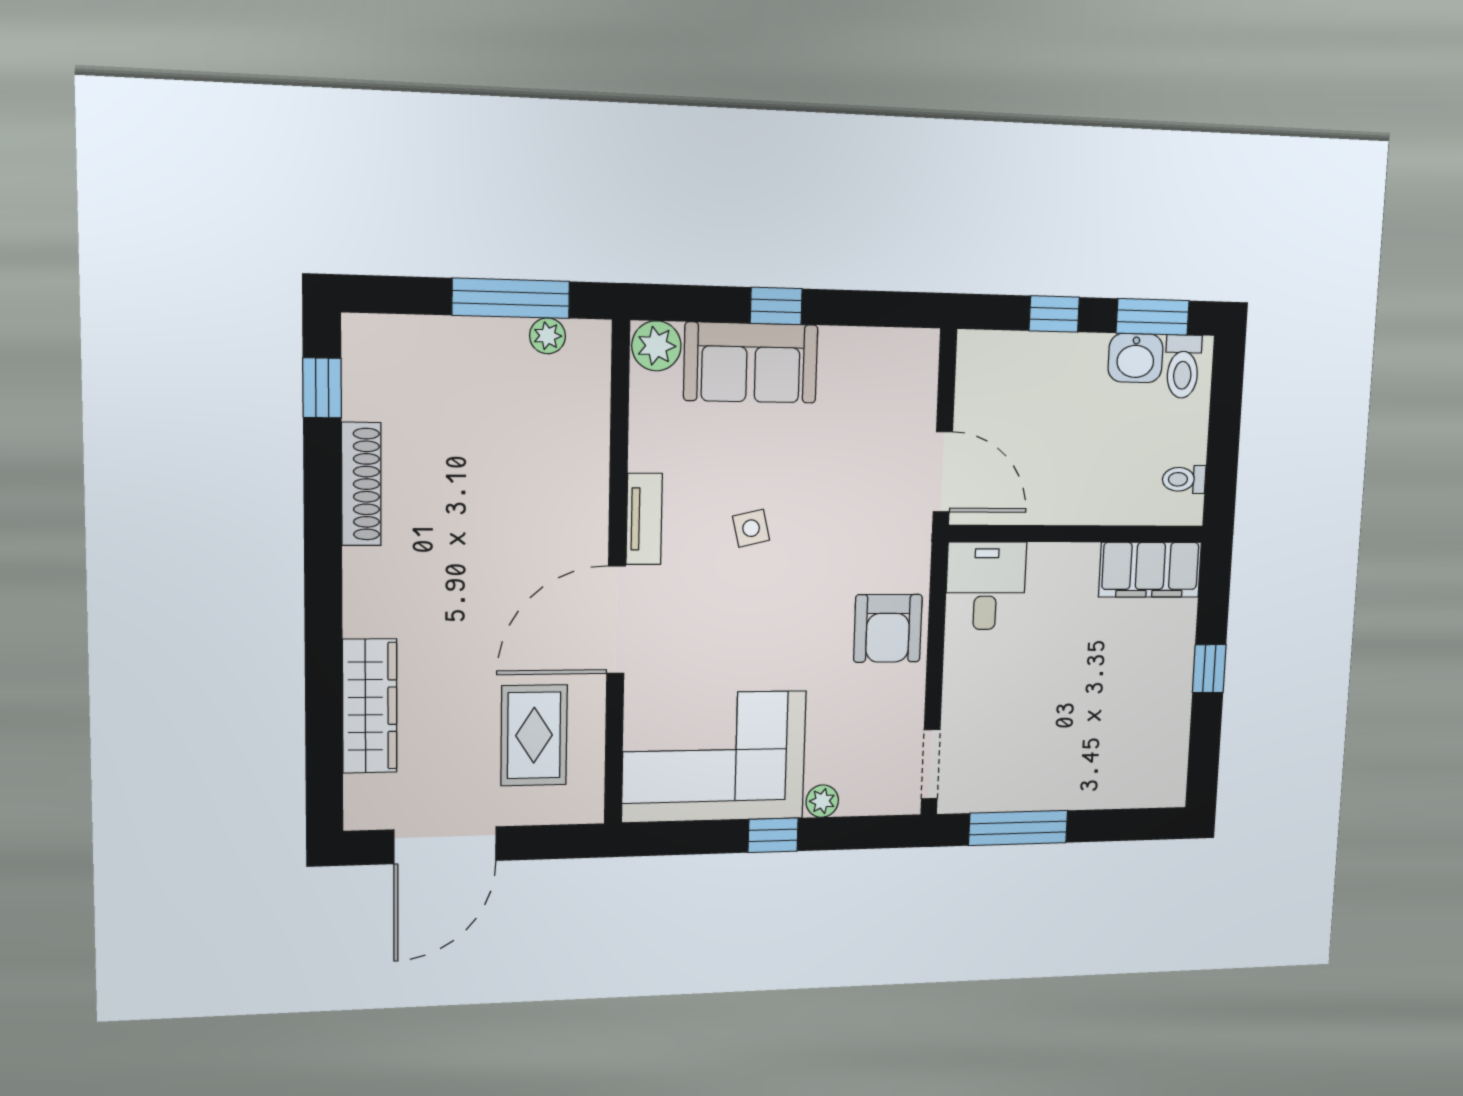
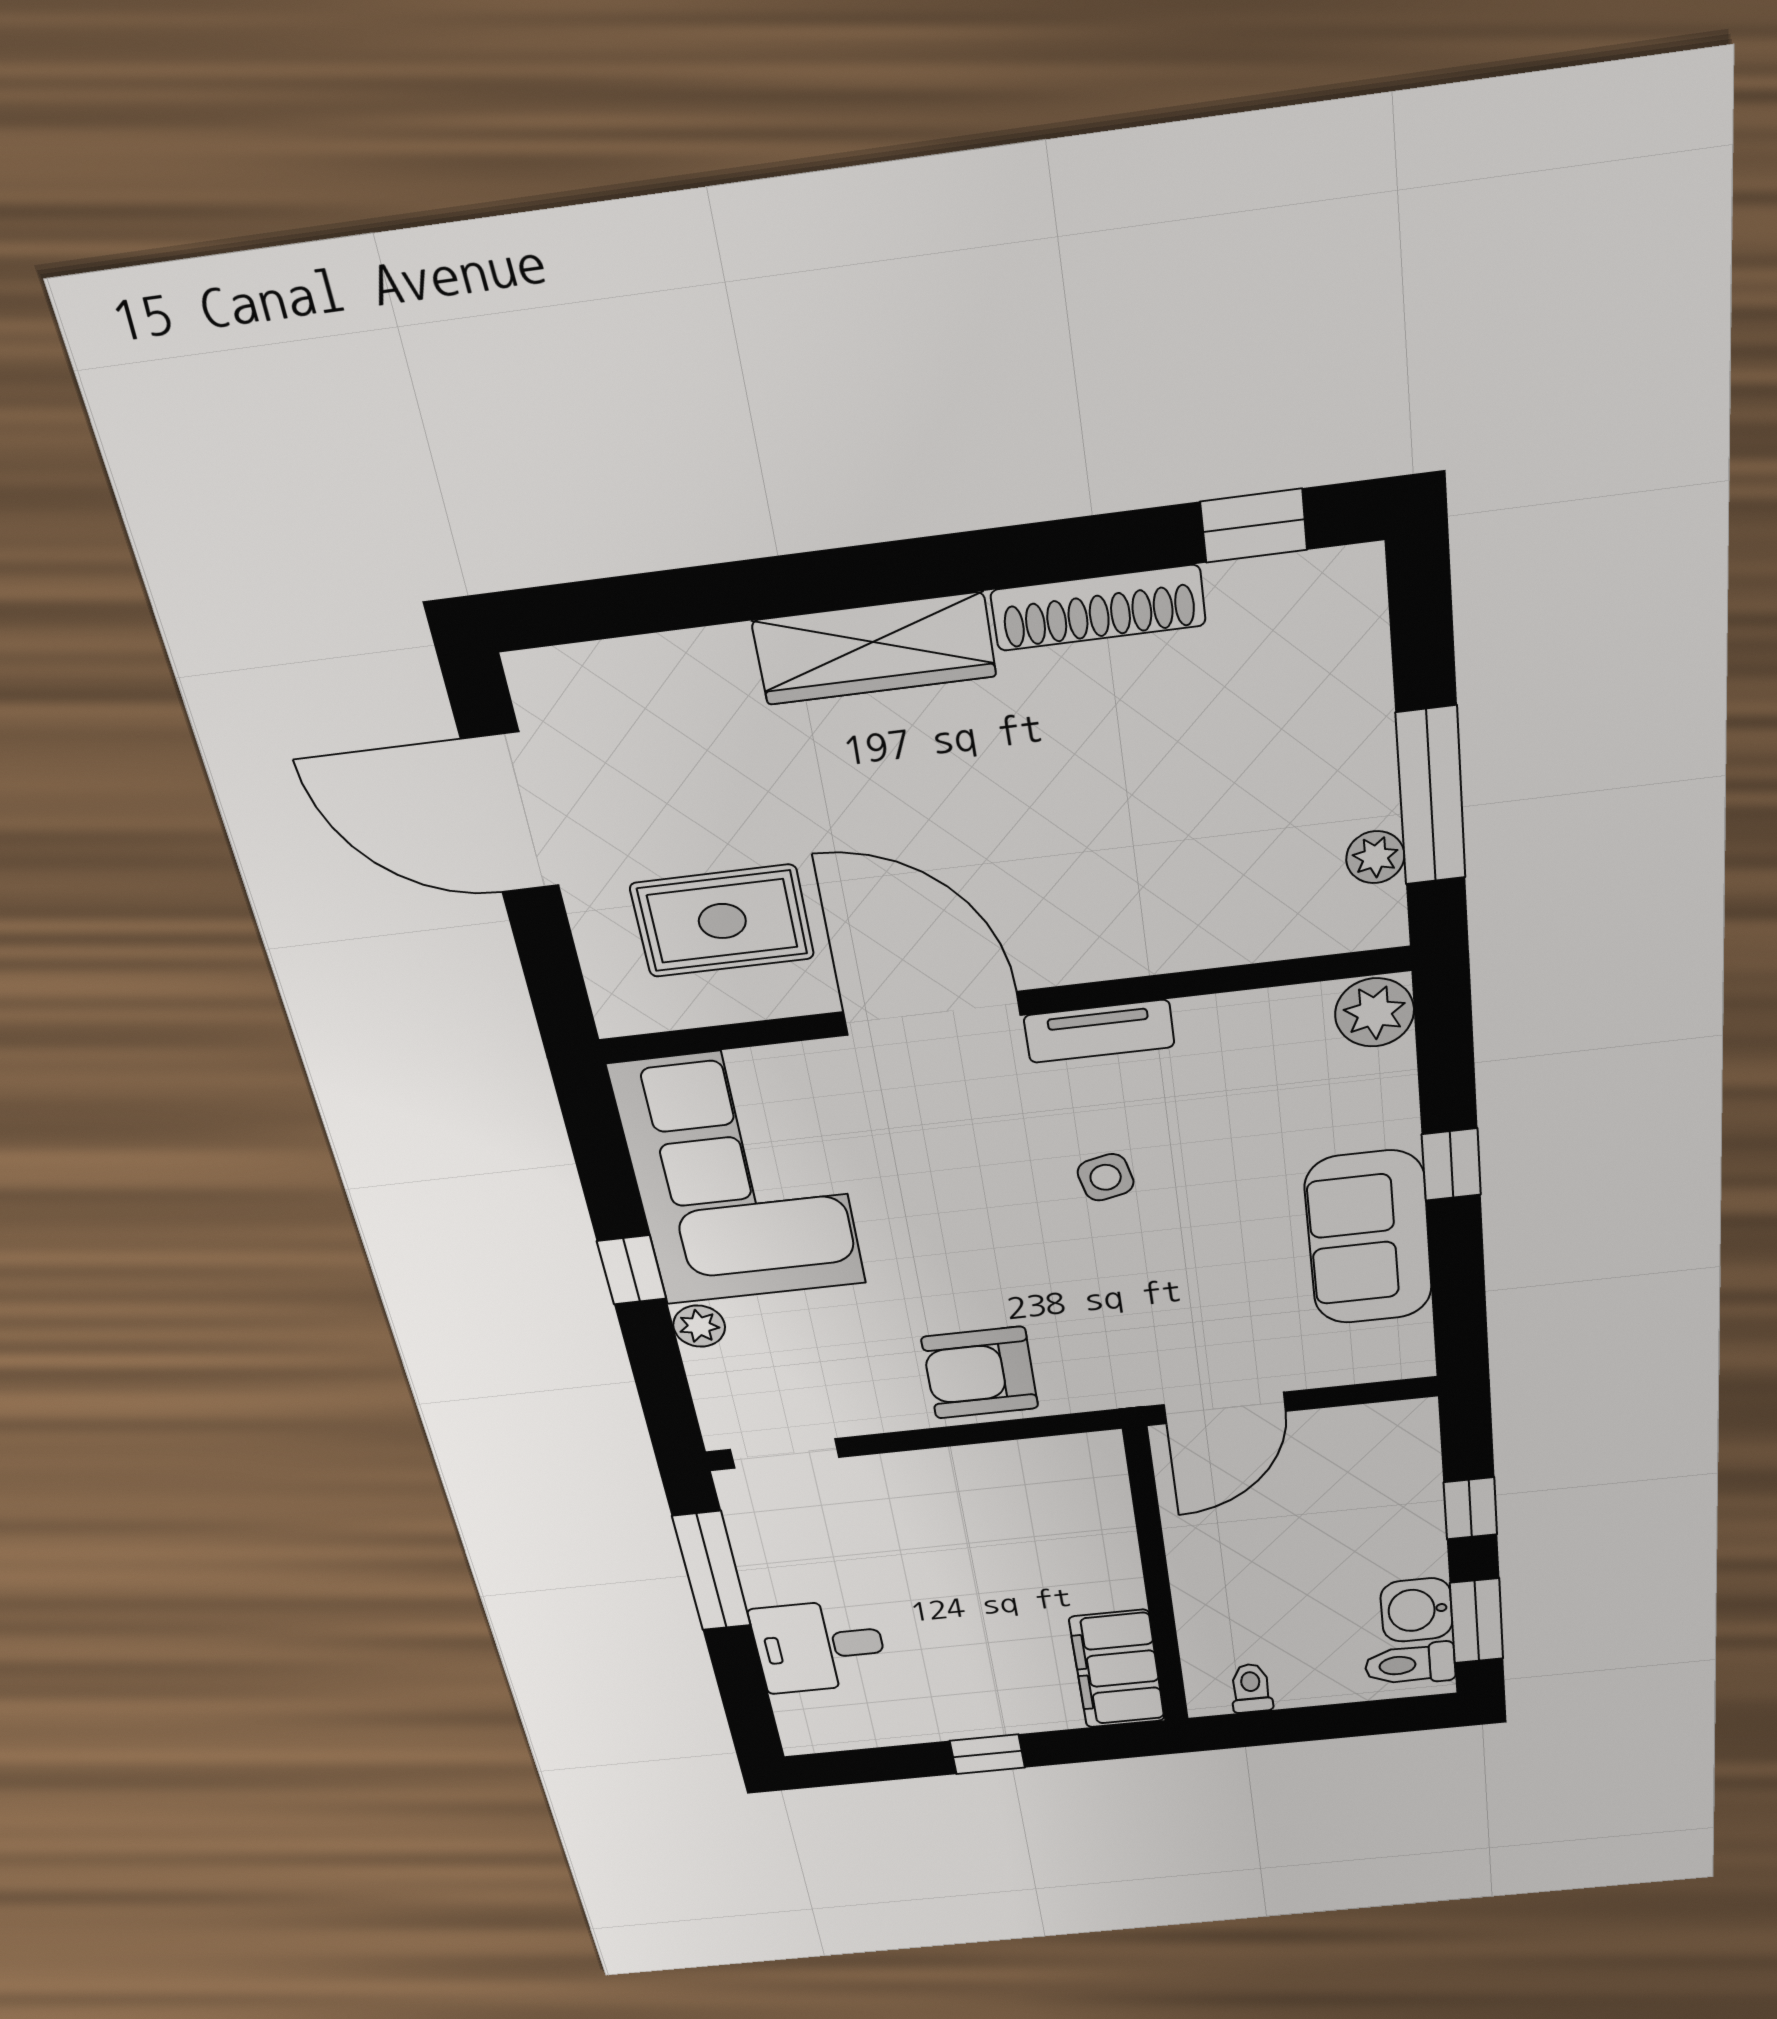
sofa: (751, 363) -> (1369, 1238), moved
desk: (986, 586) -> (819, 1646), moved, turned 180
wardrobe: (370, 706) -> (874, 649), moved

